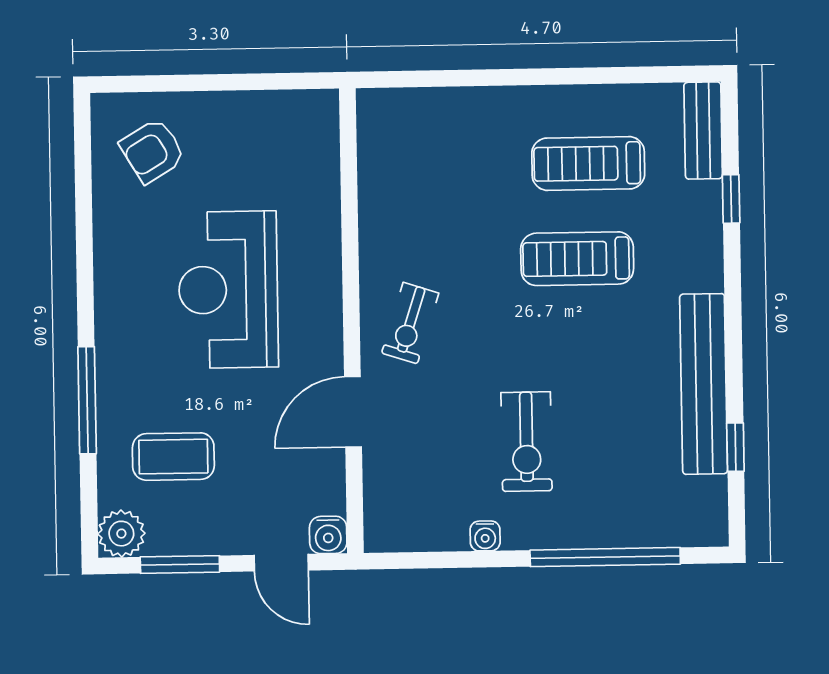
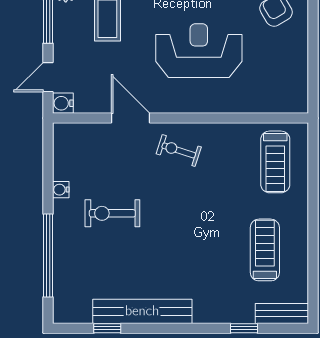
treadmill: (577, 259) -> (275, 162), moved, turned 180

